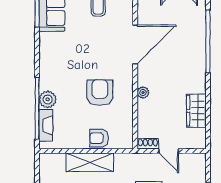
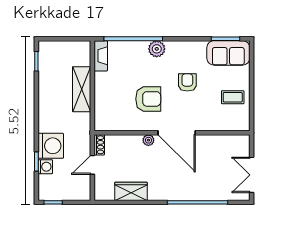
door: (135, 45) -> (177, 133), moved
plant: (48, 99) -> (157, 49), moved
fireplace: (46, 125) -> (101, 56), moved, turned -90
armchair: (99, 138) -> (187, 82), moved

